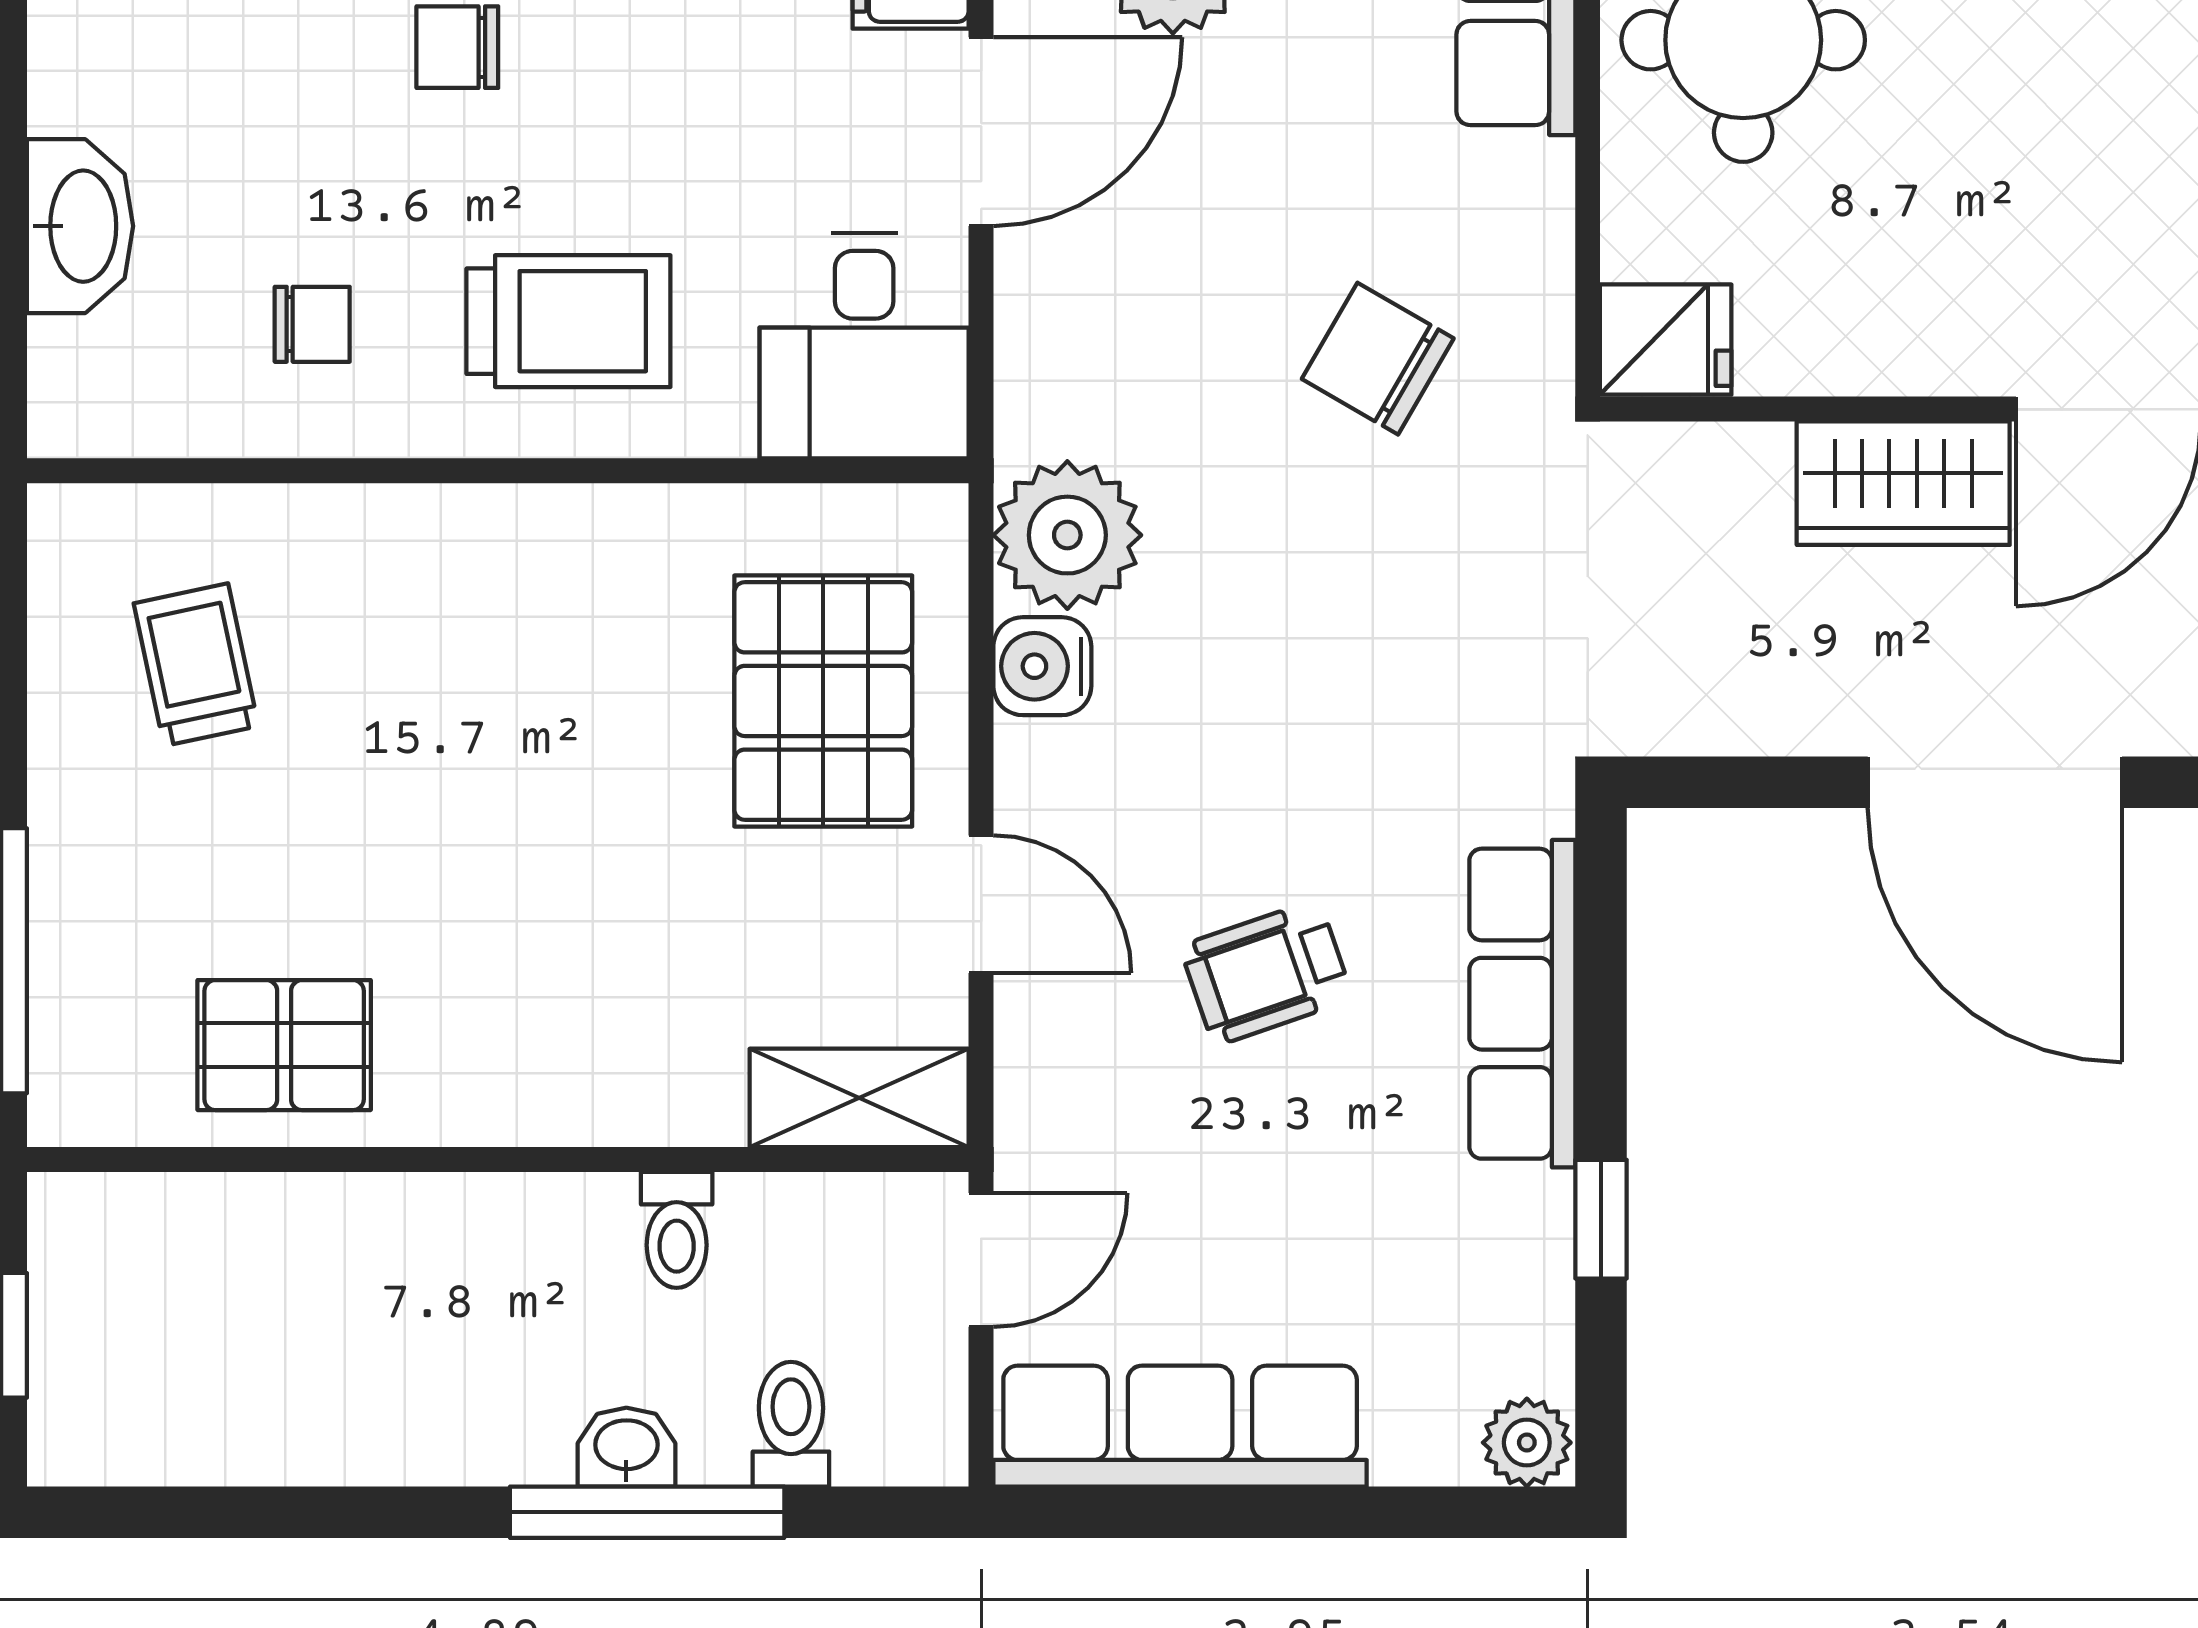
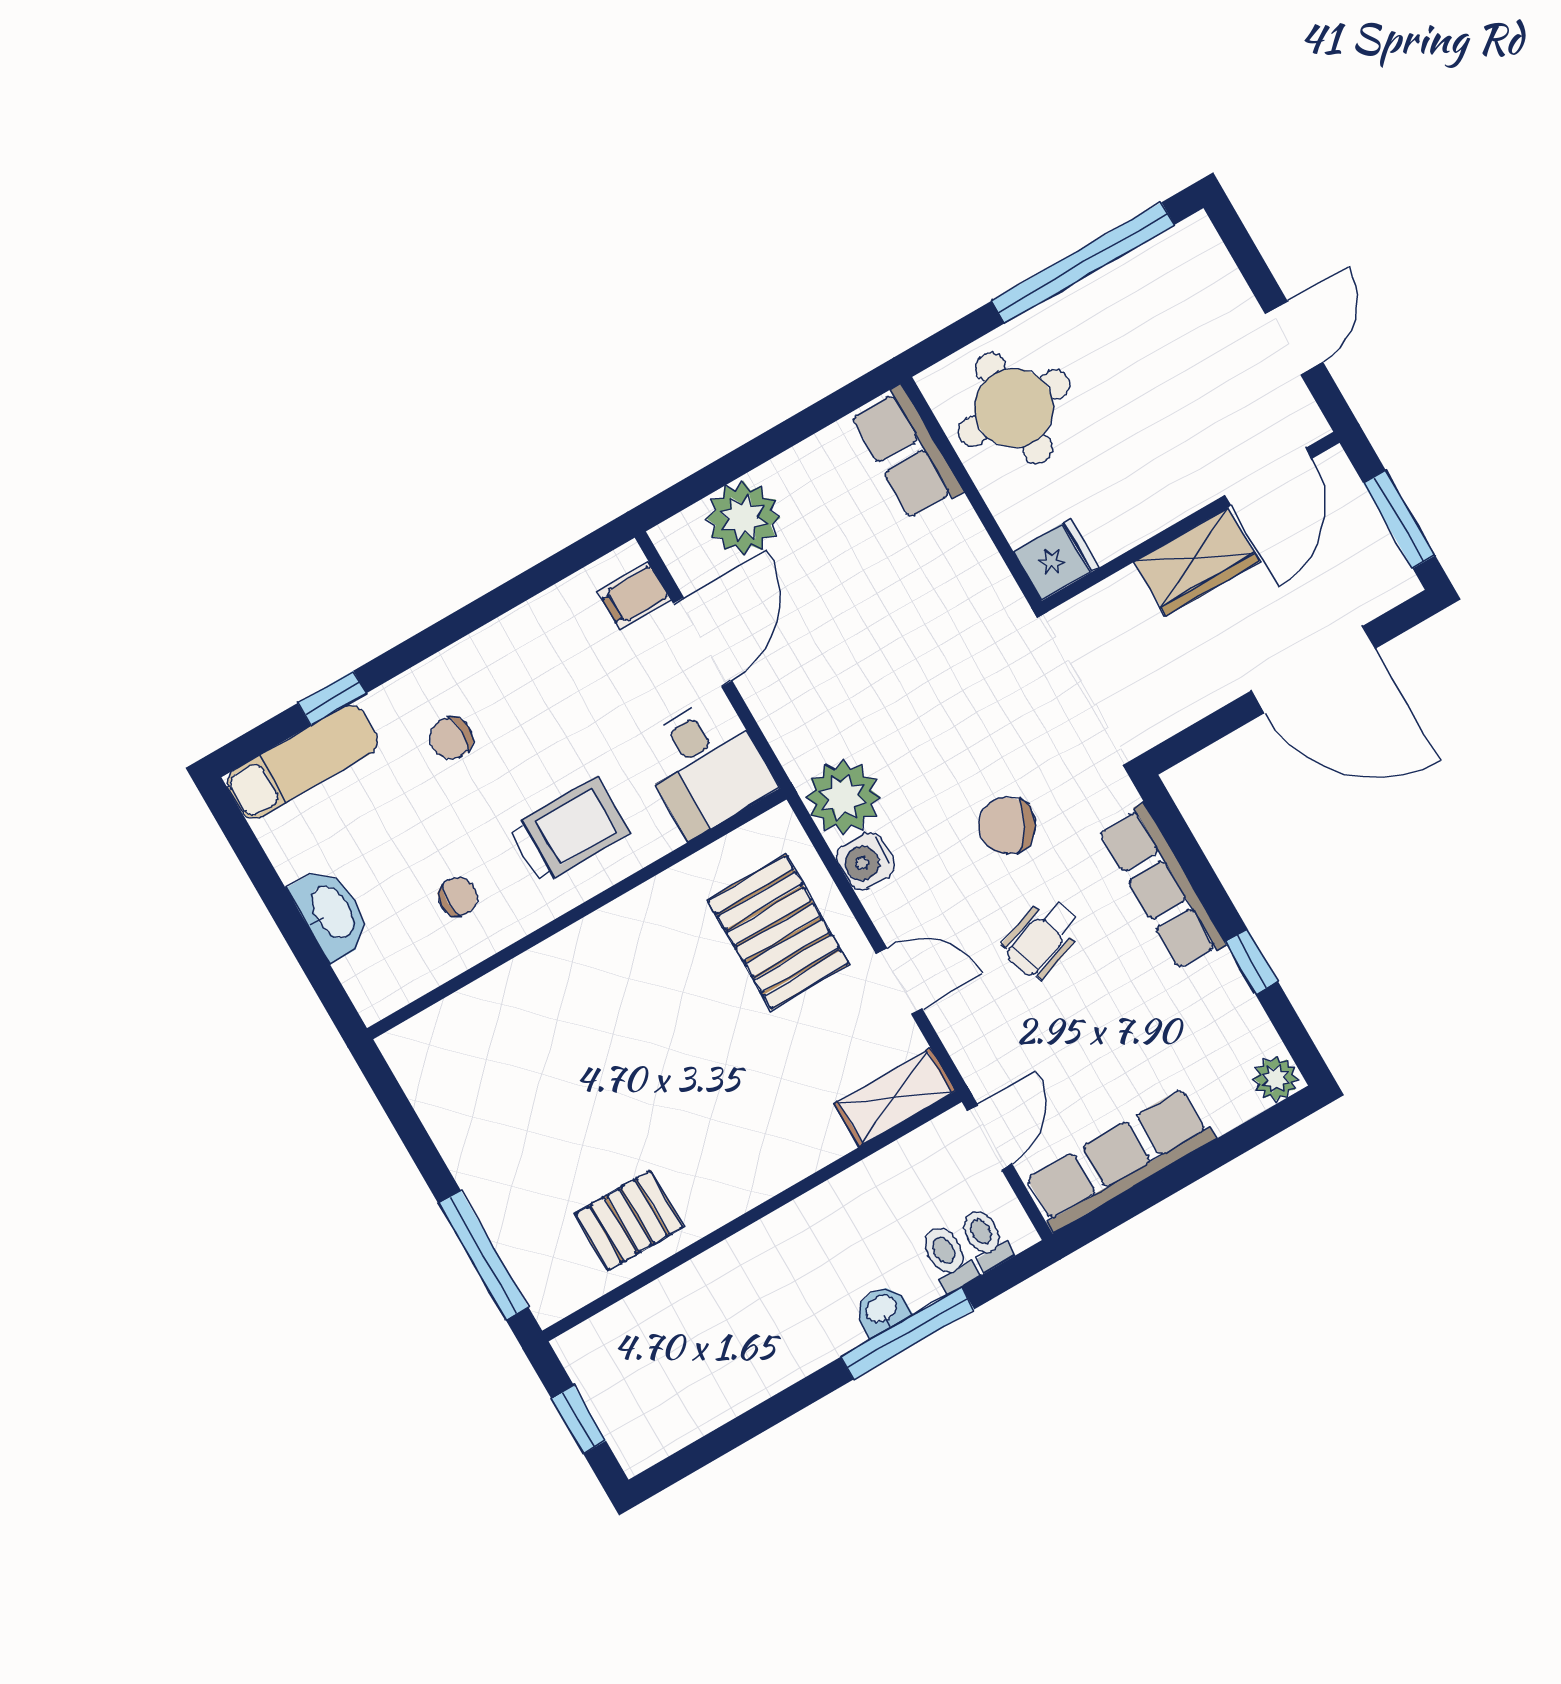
chair: (1378, 359) -> (1007, 826), moved
trolley: (196, 665) -> (494, 1076), removed
toilet: (677, 1230) -> (985, 1239), moved, turned 180

